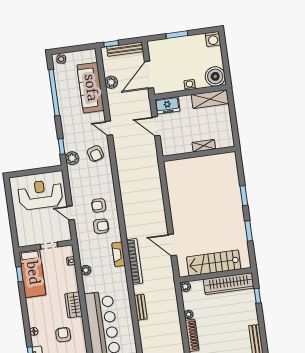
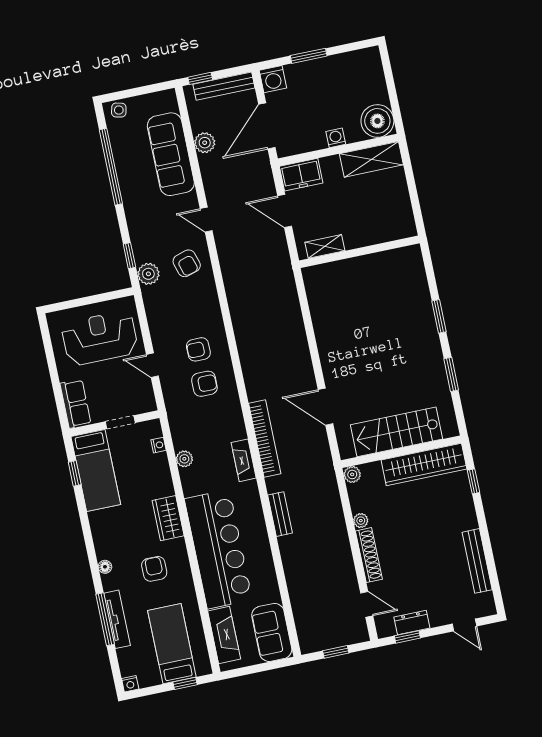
washing machine: (213, 39) -> (273, 79), moved
shelving: (204, 146) -> (325, 246), moved
row of seats: (23, 233) -> (75, 404), added
fireplace: (119, 254) -> (244, 460), moved

